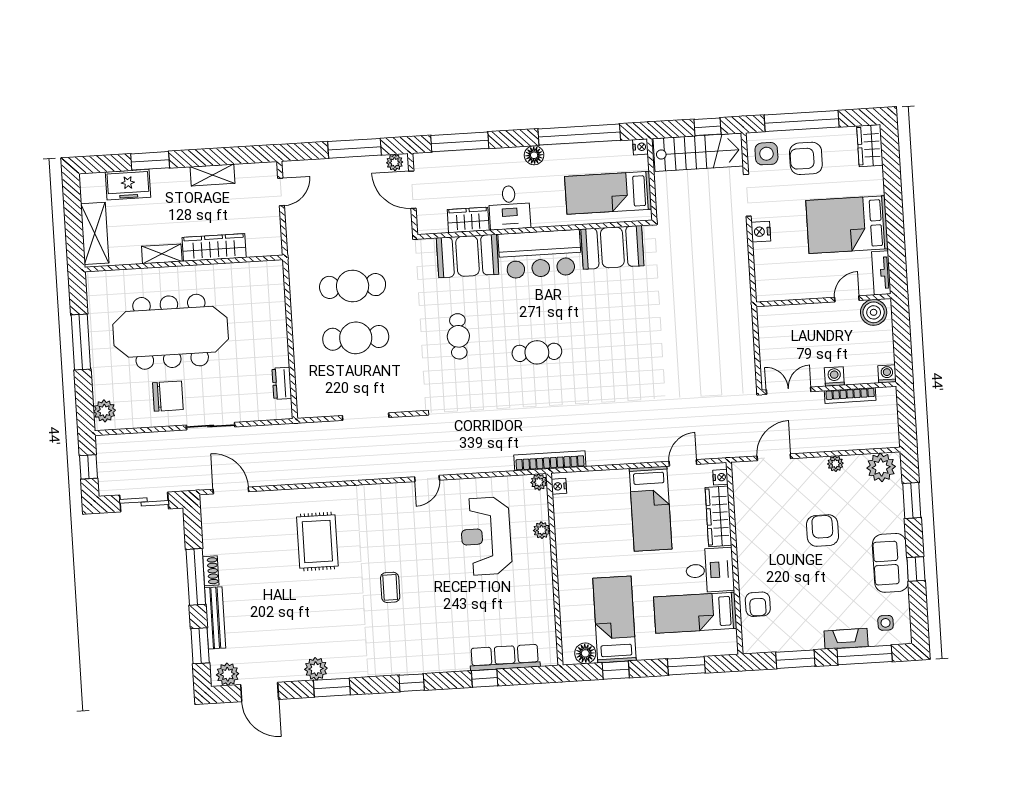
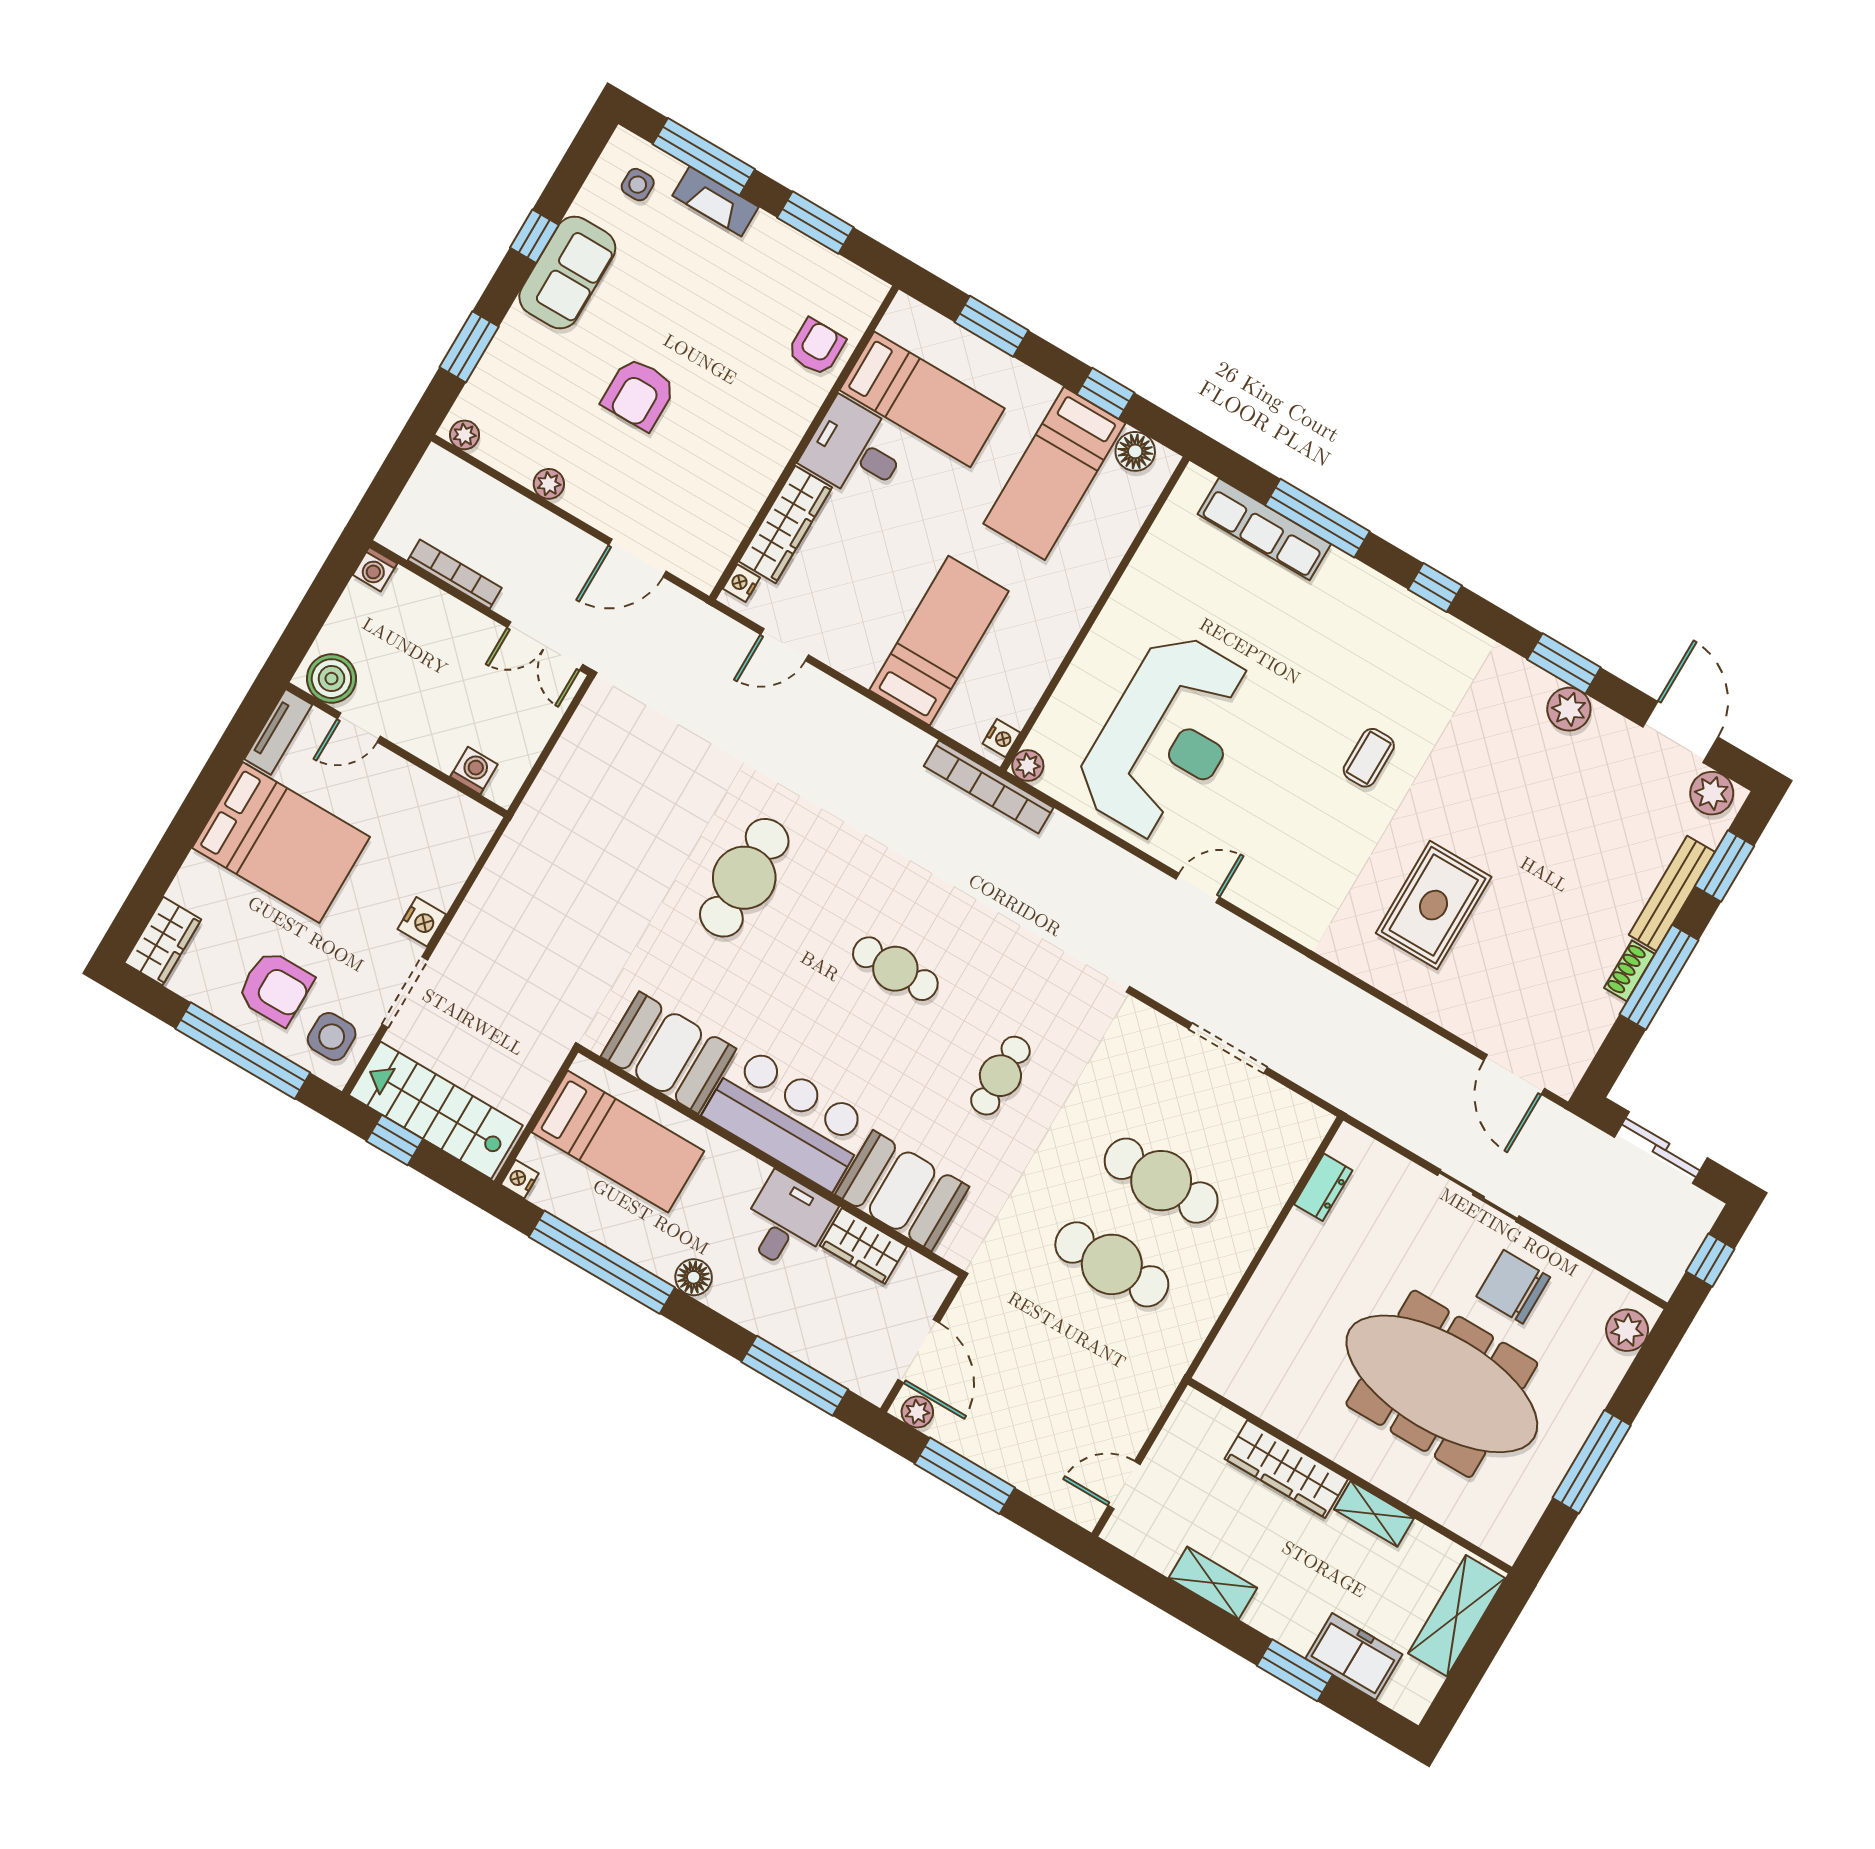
cafe table: (631, 347) -> (744, 878), added
washing machine: (834, 376) -> (474, 771), moved, turned 180
plant: (881, 467) -> (465, 435), width x0.53, depth x0.53
bed: (651, 509) -> (939, 641), moved
plant: (542, 530) -> (1074, 688), removed
reception desk: (486, 536) -> (1167, 737), width x1.36, depth x1.30
window: (485, 678) -> (1317, 518), width x2.17

